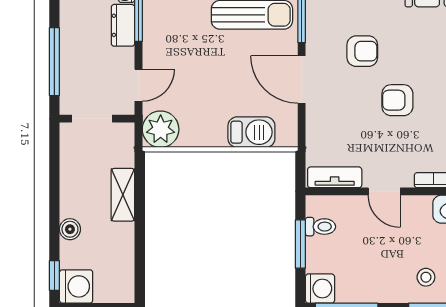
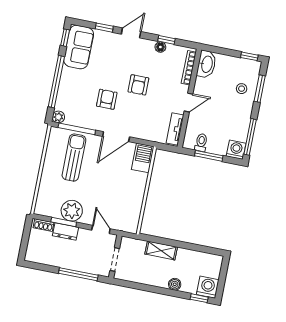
plant: (161, 129) -> (72, 211), moved
barbecue: (251, 132) -> (143, 158), moved

